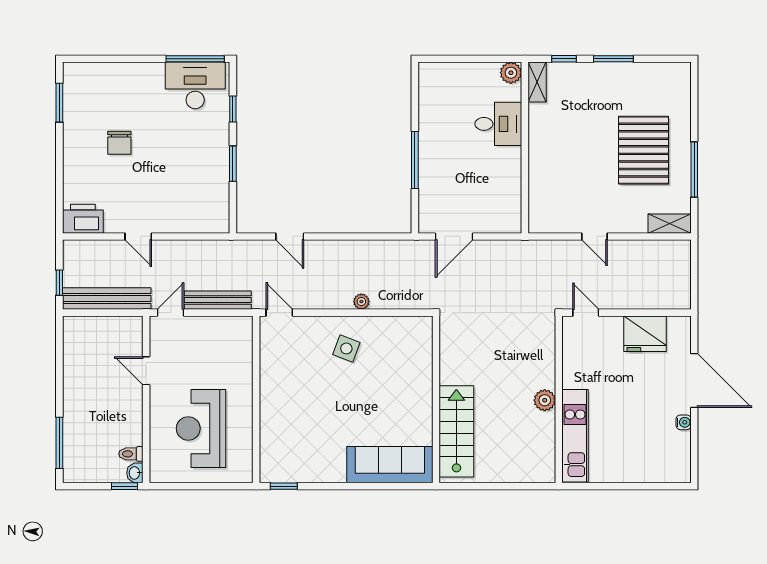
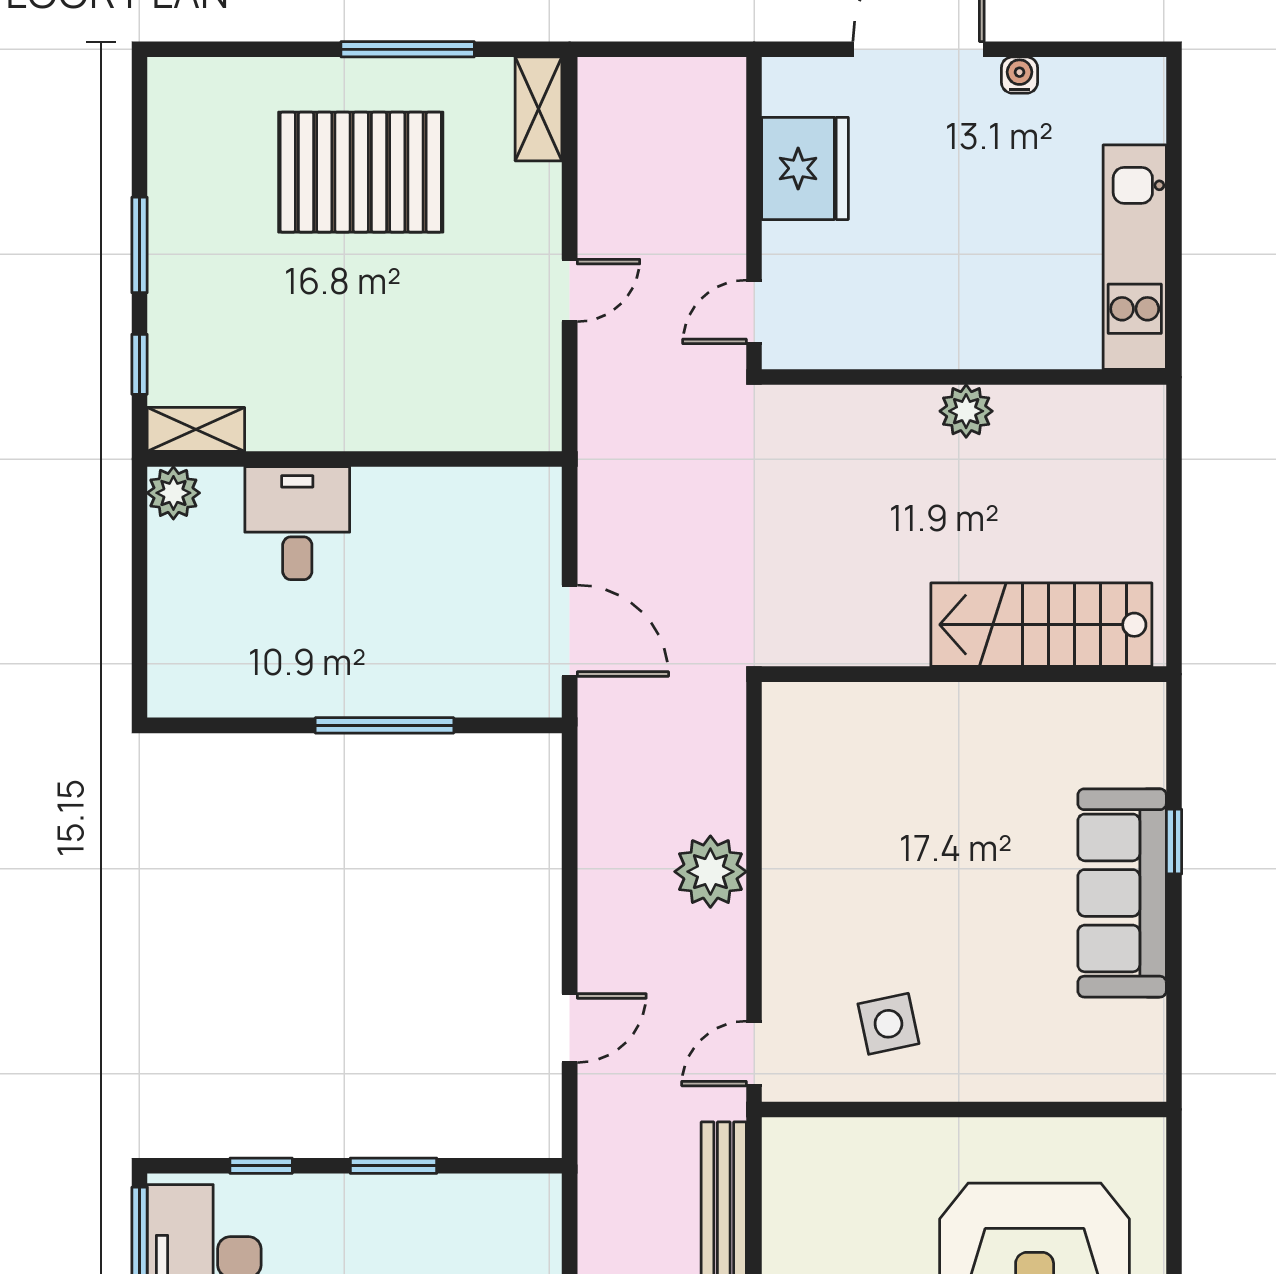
plant: (361, 302) -> (710, 872), width x1.88, depth x1.88
side table: (346, 348) -> (888, 1024), moved, turned -33
kitchen unit: (575, 436) -> (1135, 257), moved, turned -90
sofa: (390, 465) -> (1122, 893), moved
window: (284, 486) -> (1174, 842), moved

